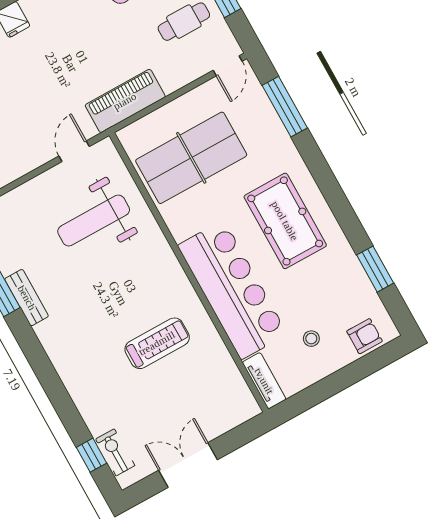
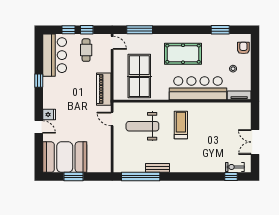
weight bench: (94, 221) -> (142, 126), turned 90
treadmill: (157, 343) -> (181, 125), moved

